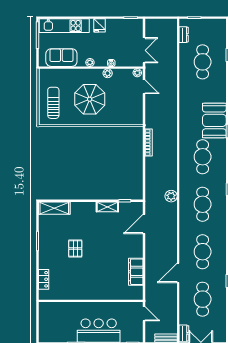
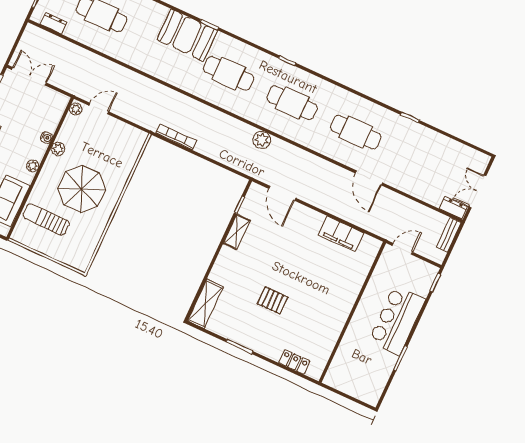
double door: (144, 50) -> (29, 76), moved
sun lounger: (53, 103) -> (46, 220), moved
cafe table: (203, 299) -> (419, 161), removed

